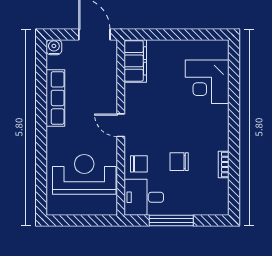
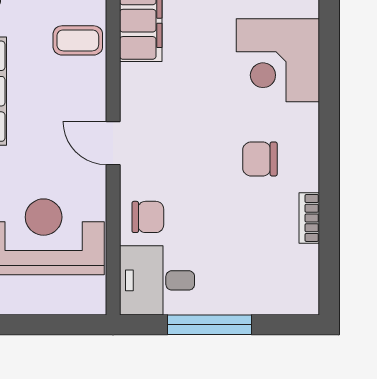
coffee table: (102, 71) -> (78, 40), added
chair: (179, 162) -> (260, 159), moved

